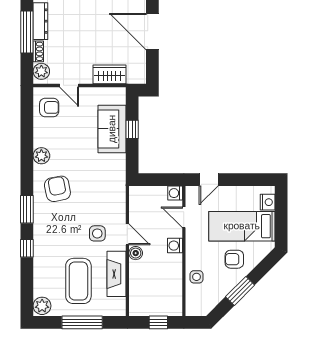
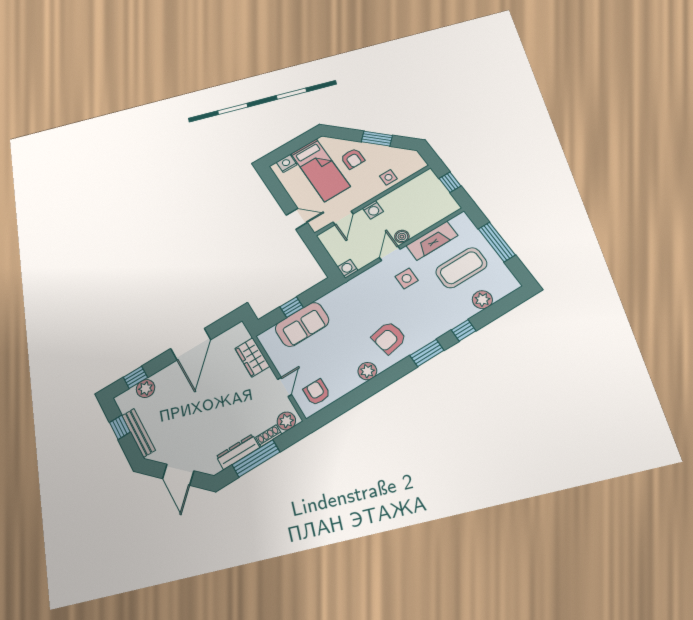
washing machine: (175, 193) -> (348, 269), moved, turned 180
plant: (42, 306) -> (482, 300), moved

